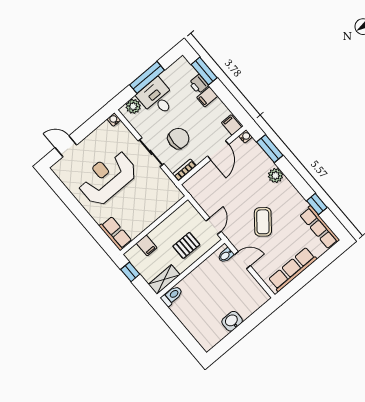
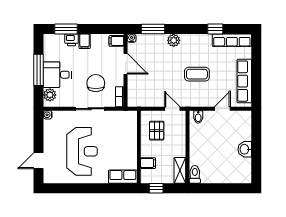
reception desk: (107, 178) -> (82, 151), turned 180
coffee table: (263, 222) -> (197, 74), turned -39
pallet: (186, 245) -> (157, 131), moved
door: (242, 260) -> (222, 109), moved

